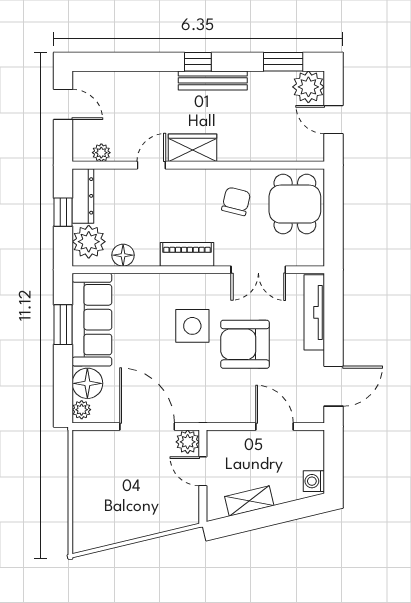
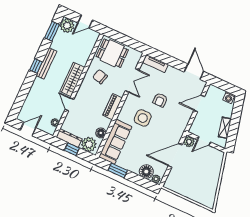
wardrobe: (192, 148) -> (72, 79), width x1.50
tv unit: (314, 312) -> (156, 64), width x0.71
sofa: (92, 320) -> (115, 142), moved, turned 90
armchair: (245, 344) -> (160, 100), width x0.53, depth x0.53

